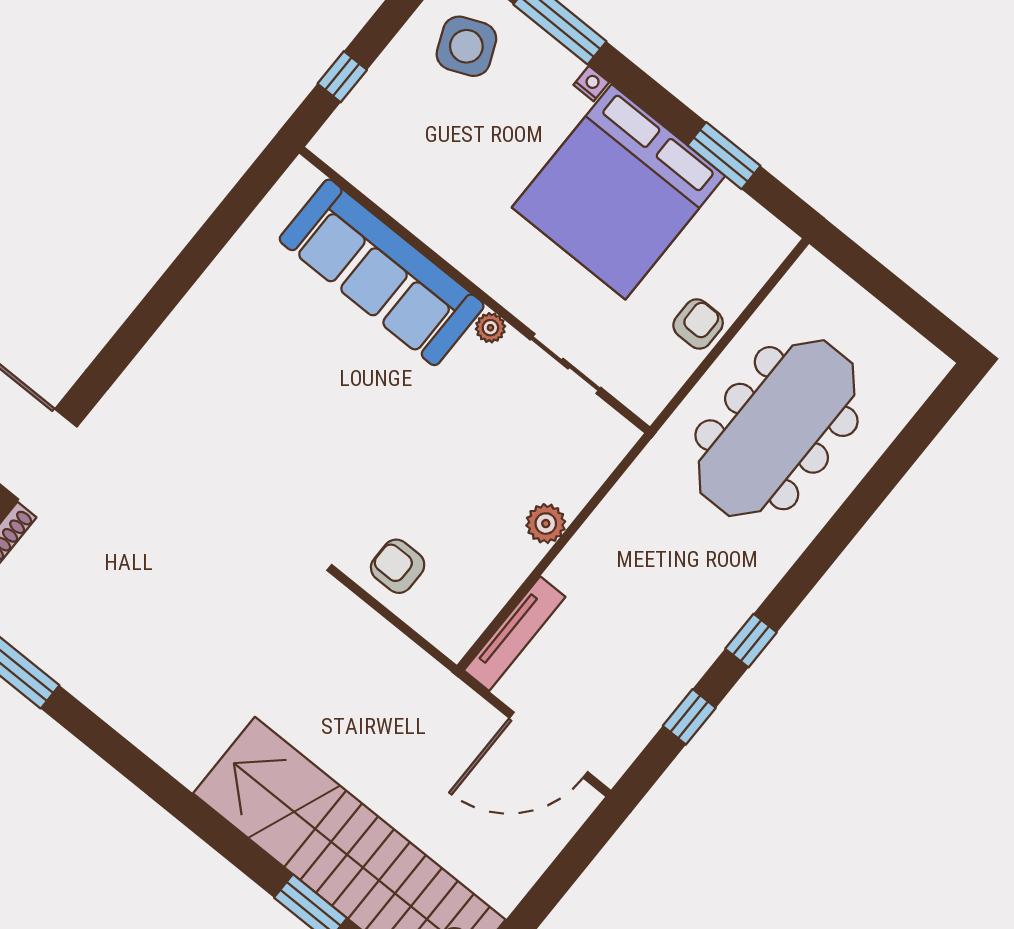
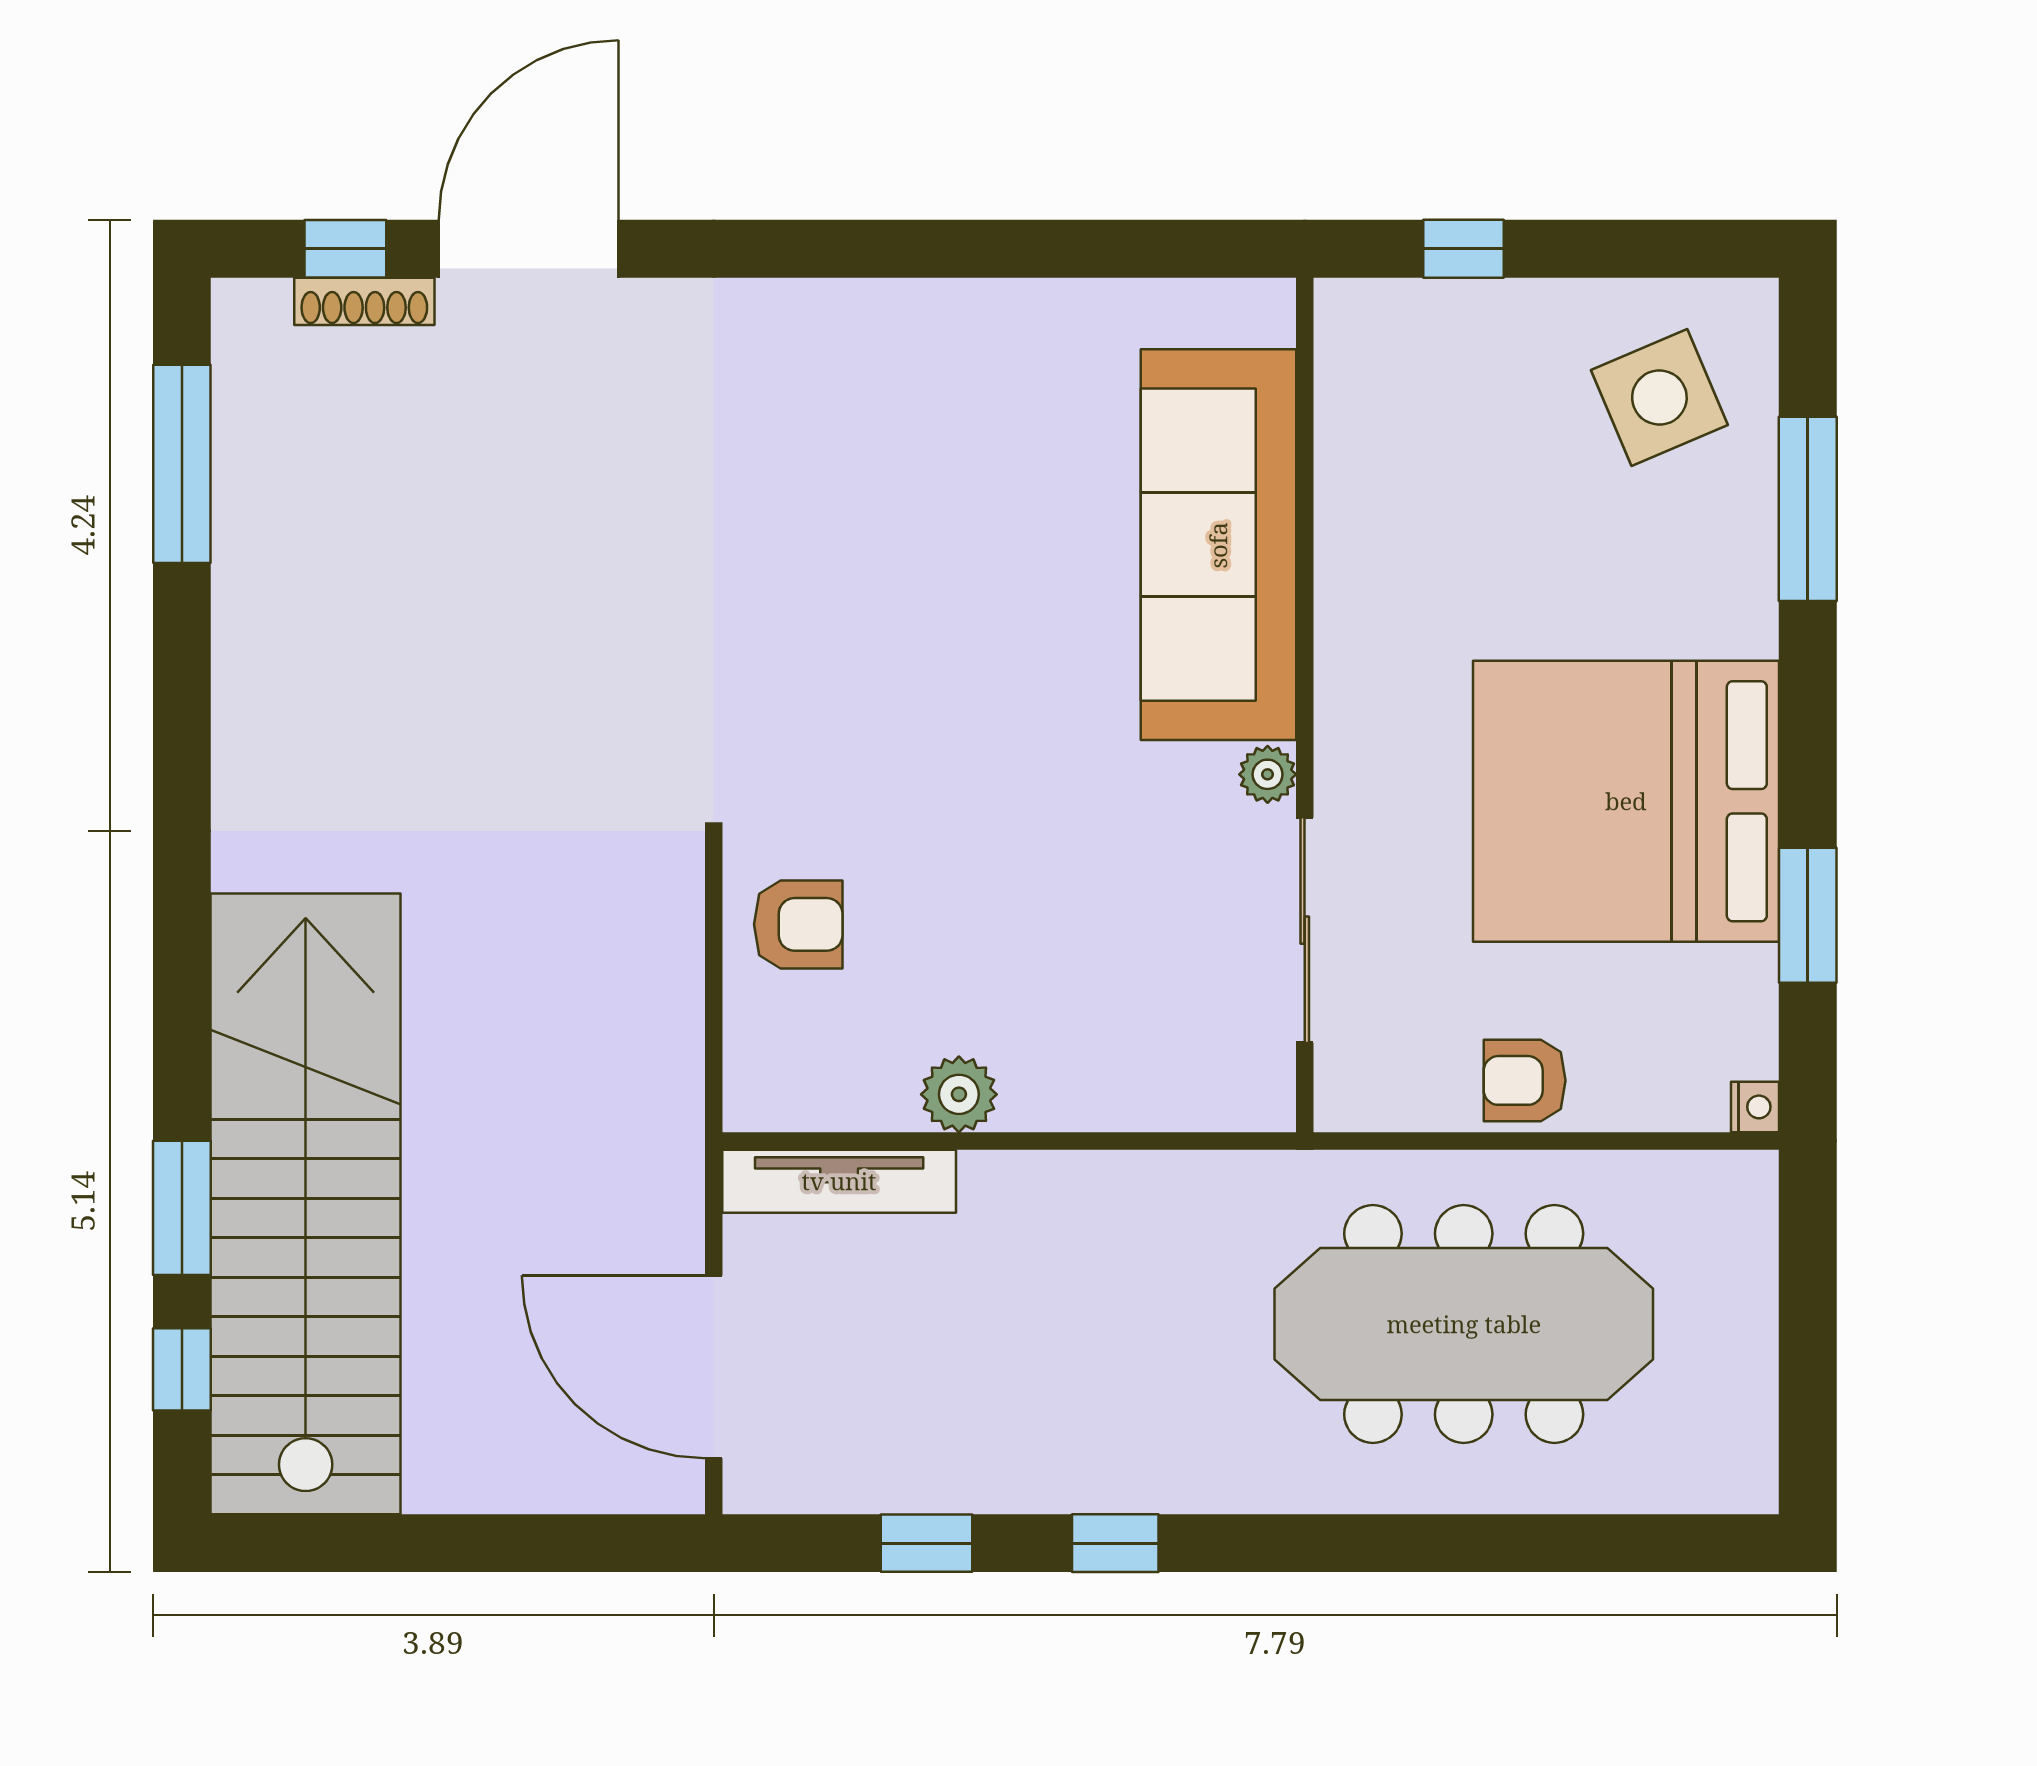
nightstand: (591, 83) -> (1755, 1107), moved
armchair: (698, 324) -> (1525, 1080), turned 180
sliding door: (566, 364) -> (1305, 930), width x1.37
plant: (546, 524) -> (959, 1094), moved
armchair: (398, 566) -> (798, 924), turned 90

